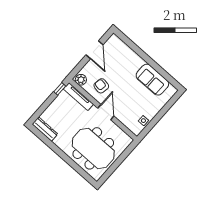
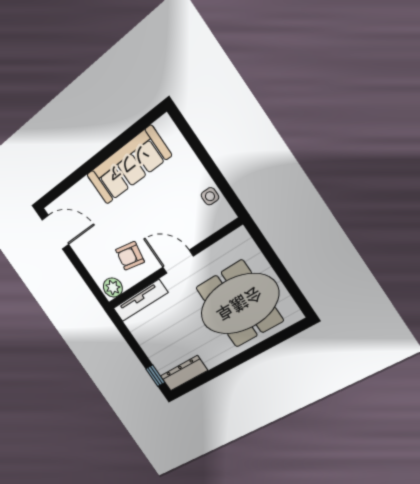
door: (95, 50) -> (55, 232), moved
sofa: (152, 80) -> (128, 165), width x1.36
window: (60, 89) -> (155, 376), moved

